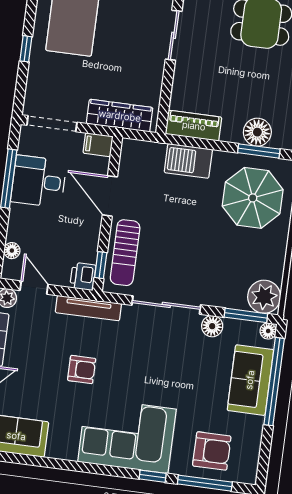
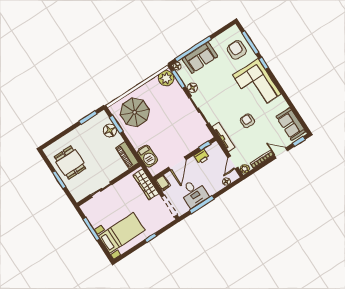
barbecue: (188, 161) -> (147, 156), moved
sun lounger: (125, 253) -> (193, 141), removed
printer: (83, 276) -> (202, 157), moved

